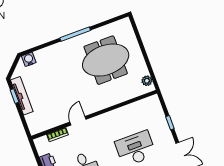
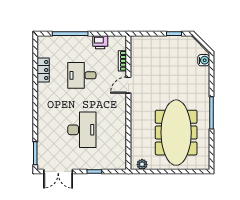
meeting table: (106, 60) -> (176, 133), width x1.36
tv unit: (22, 96) -> (172, 41), removed
door: (78, 121) -> (128, 85), swing flipped

